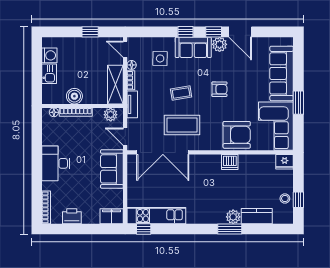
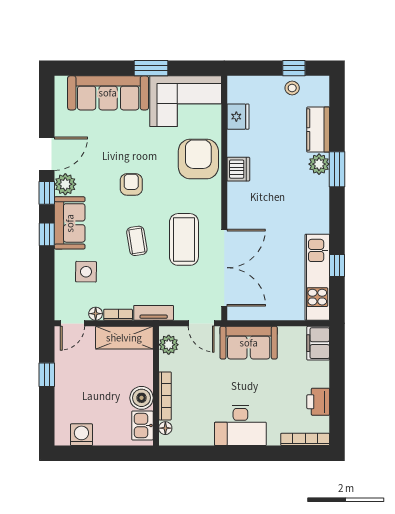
kitchen sink: (49, 74) -> (142, 425), moved, turned -90
door: (125, 137) -> (201, 323), hinge flipped
fridge: (285, 162) -> (238, 117), moved
window: (144, 229) -> (337, 265), moved

